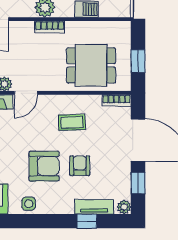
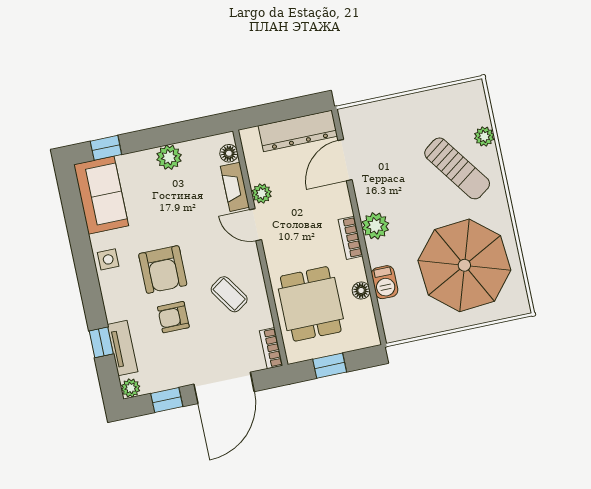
floor lamp: (89, 27) -> (361, 291), added
coffee table: (72, 122) -> (229, 294), turned -32
armchair: (80, 166) -> (173, 317), turned 180

